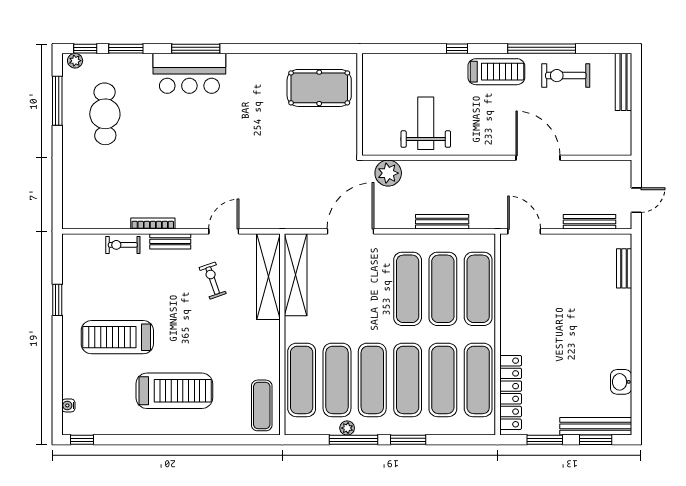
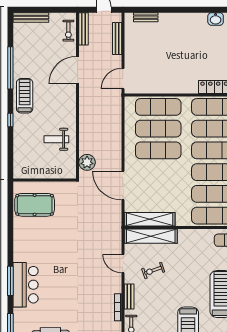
exercise bike: (566, 76) -> (68, 31), moved, width x0.73, depth x0.72
pool table: (319, 88) -> (35, 205), turned 90
weight bench: (426, 123) -> (56, 139), width x0.73, depth x0.75
bench: (442, 222) -> (84, 29), moved

